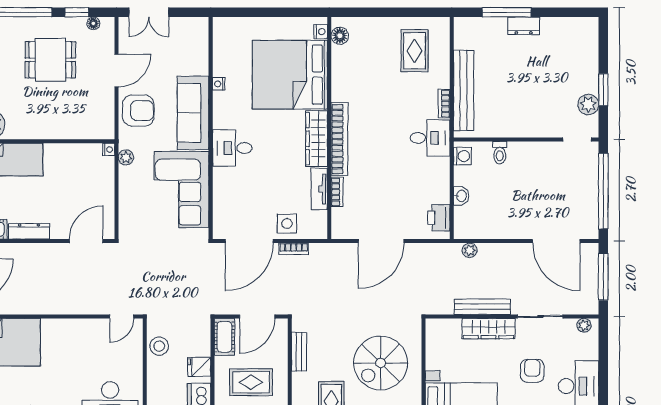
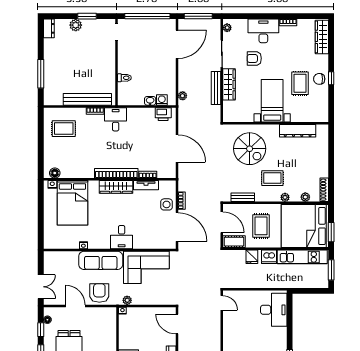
dresser: (524, 26) -> (49, 28), moved
bed: (290, 75) -> (72, 203), width x0.73
plant: (588, 104) -> (76, 25), moved
washing machine: (462, 156) -> (162, 100), moved
stool: (159, 346) -> (240, 281), removed

